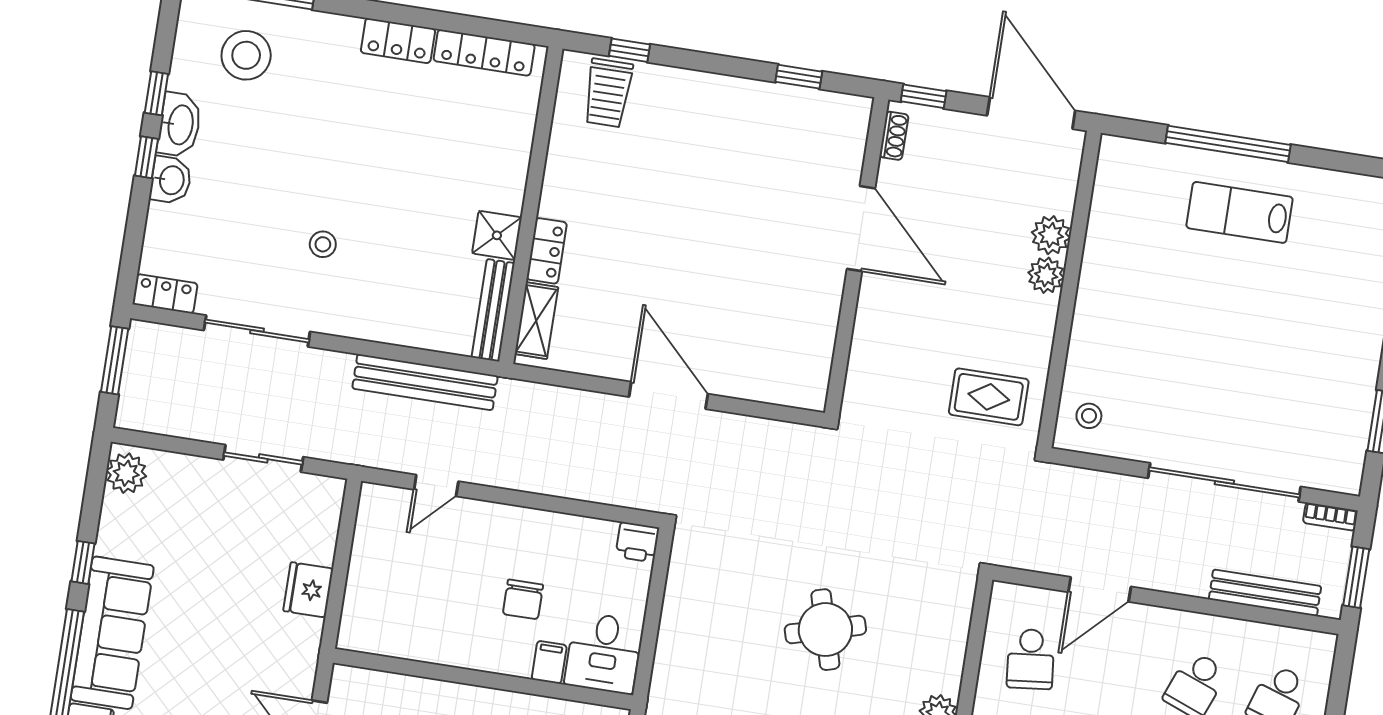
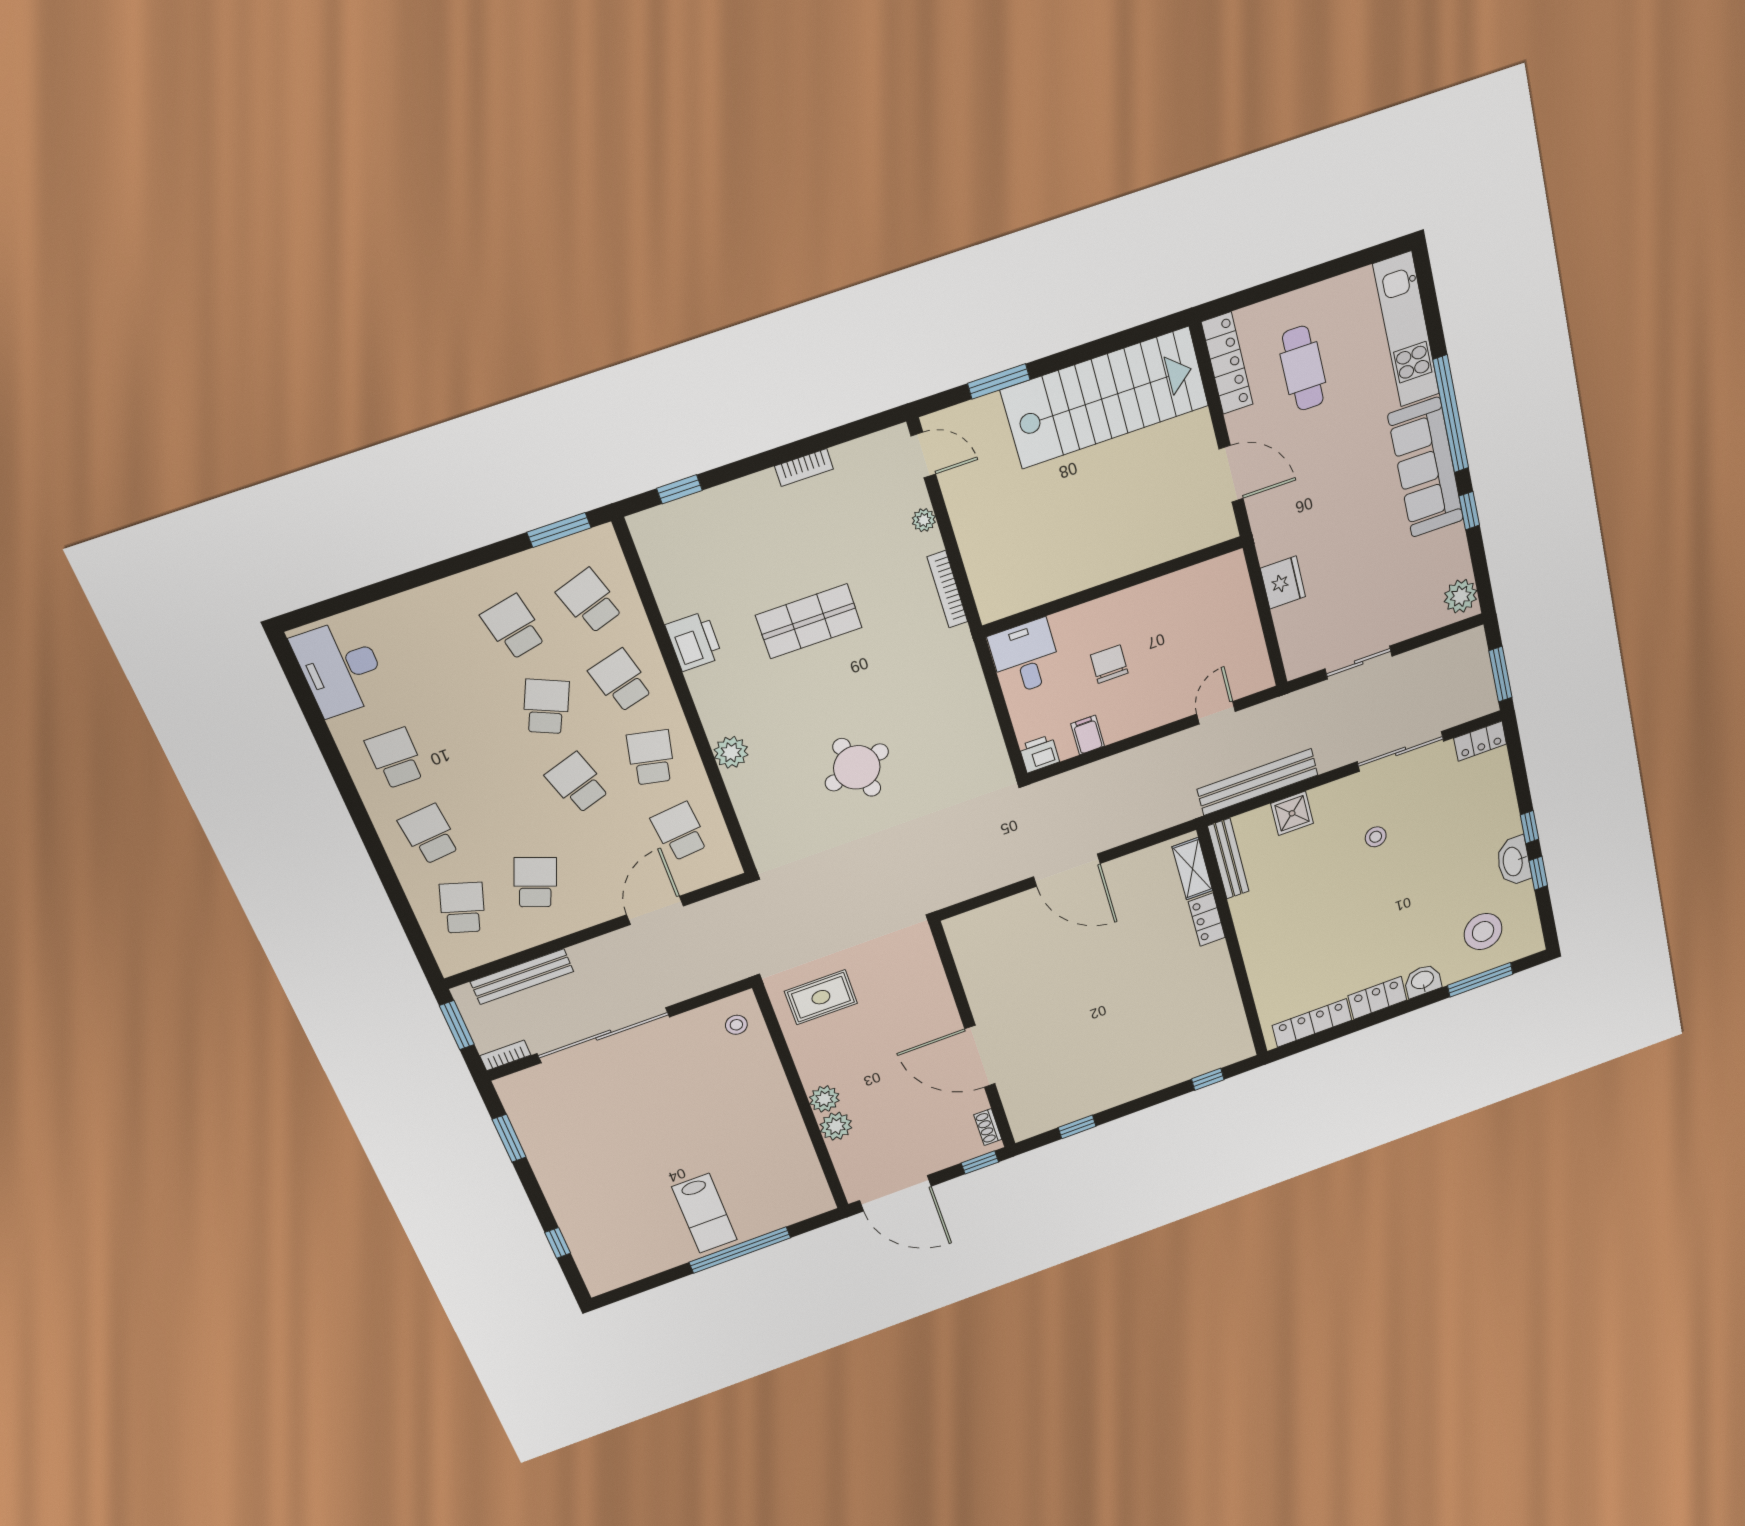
trolley: (608, 93) -> (1210, 1045), removed
washbasin: (171, 180) -> (1423, 981), moved, turned 90
lab bench: (1239, 212) -> (704, 1213), turned 90
shower: (497, 235) -> (1292, 813), moved
filing cabinet: (549, 662) -> (1088, 735), moved, turned 180

